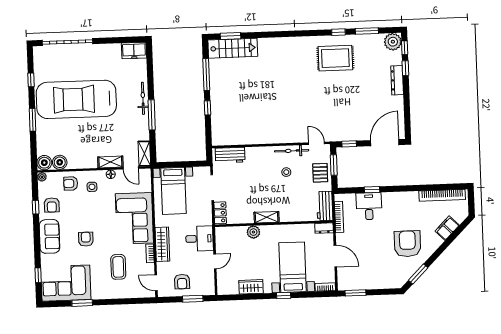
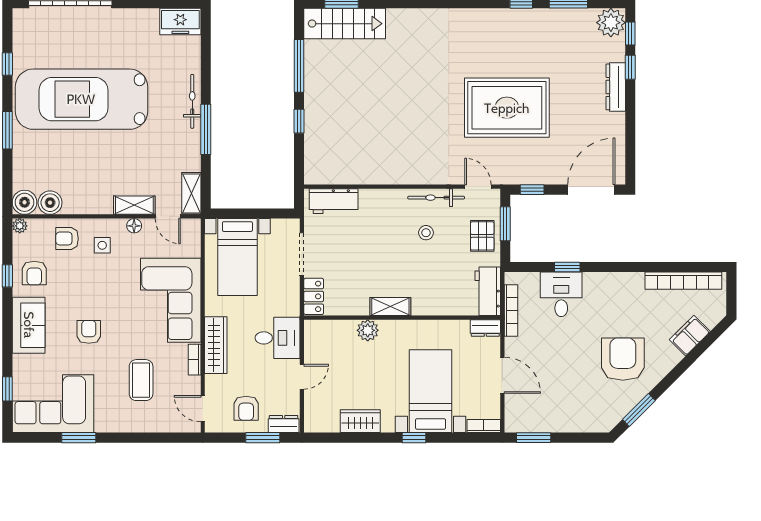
rug: (335, 58) -> (507, 108), moved, width x1.37, depth x1.44
dresser: (205, 290) -> (284, 424), added

